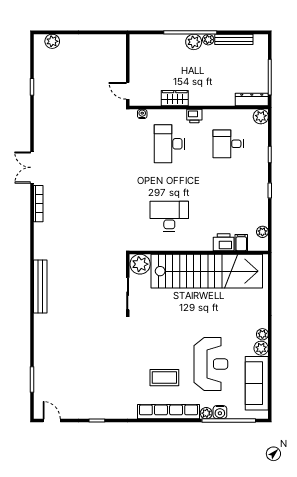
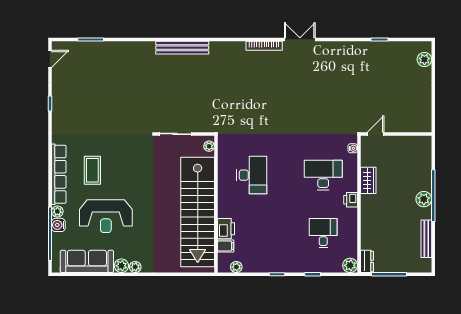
plant: (208, 40) -> (426, 213), removed
dresser: (252, 99) -> (367, 261), width x0.70
plant: (140, 264) -> (209, 146), width x0.53, depth x0.53

